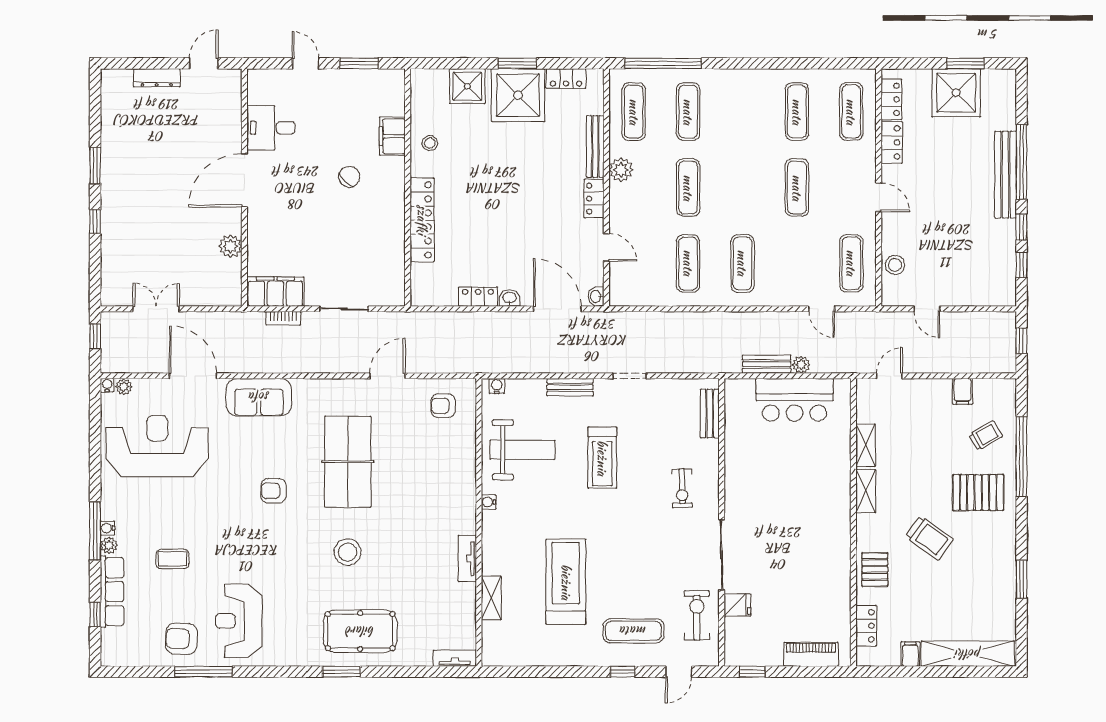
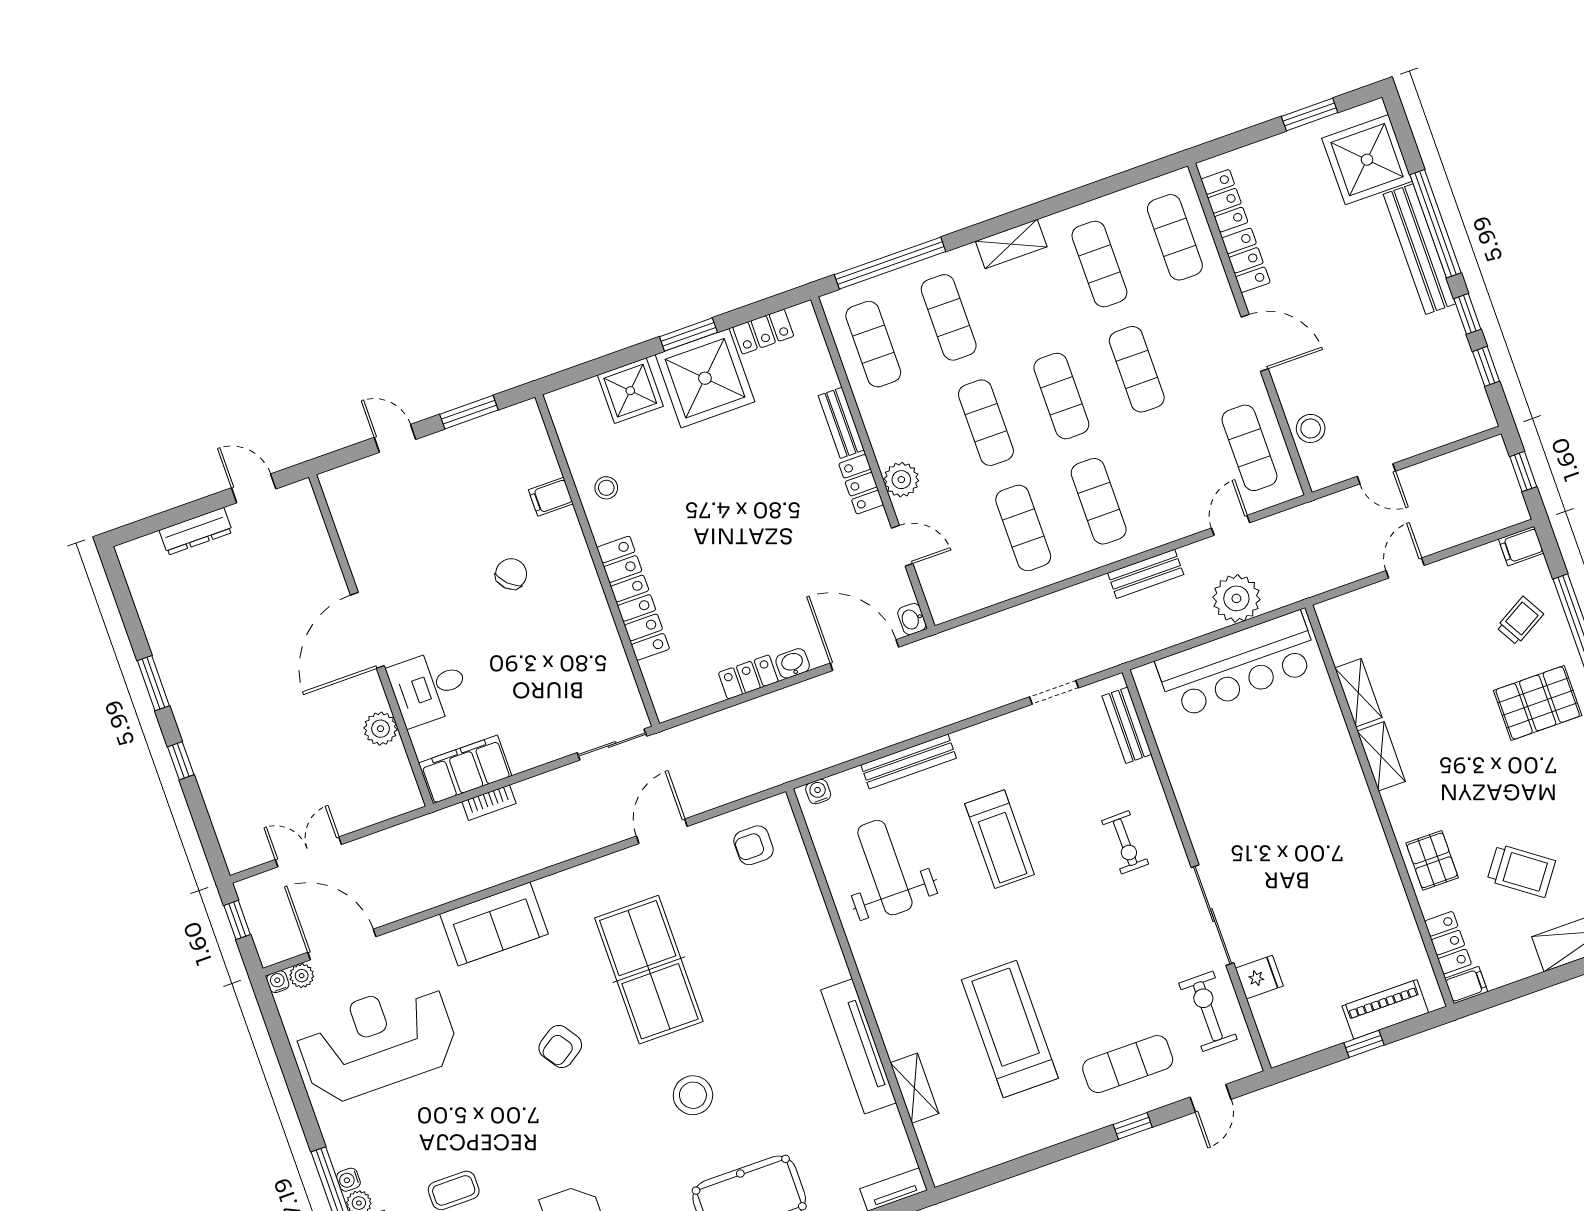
door: (204, 63) -> (254, 488), hinge flipped
shelving: (745, 79) -> (1011, 244), added
shower: (956, 93) -> (1367, 160), moved
desk: (271, 128) -> (429, 687), moved
filing cabinet: (392, 136) -> (551, 497), width x0.50
bench: (595, 146) -> (841, 423), width x0.73
plant: (621, 170) -> (901, 480), moved
exercise mat: (742, 188) -> (1061, 396), added
door: (879, 197) -> (1255, 343), width x1.37
sliding door: (344, 309) -> (612, 744), moved
door: (822, 309) -> (1231, 525), swing flipped
bench: (767, 364) -> (1146, 574), moved
plant: (801, 365) -> (1236, 598), width x1.88, depth x1.88
door: (193, 376) -> (342, 945), moved
doorway: (629, 376) -> (1054, 692), moved
door: (889, 376) -> (1405, 568), moved
bench: (570, 387) -> (909, 761), width x1.36
filing cabinet: (963, 391) -> (1521, 546), moved, turned 90
bar counter: (795, 400) -> (1238, 665), width x1.36
weight bench: (522, 450) -> (885, 868), turned -90
armchair: (274, 491) -> (560, 1046), turned -34
water cooler: (489, 502) -> (864, 957), removed
trolley: (929, 538) -> (1521, 871), moved
tv unit: (467, 558) -> (859, 1046), width x1.92, depth x1.29
filing cabinet: (910, 654) -> (1466, 985), moved, turned 90
window: (752, 672) -> (1364, 1044), moved

